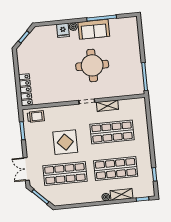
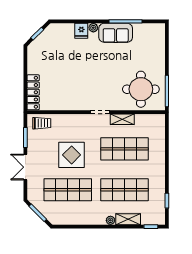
round table: (92, 65) -> (141, 89), moved
double door: (26, 169) -> (25, 167), moved

